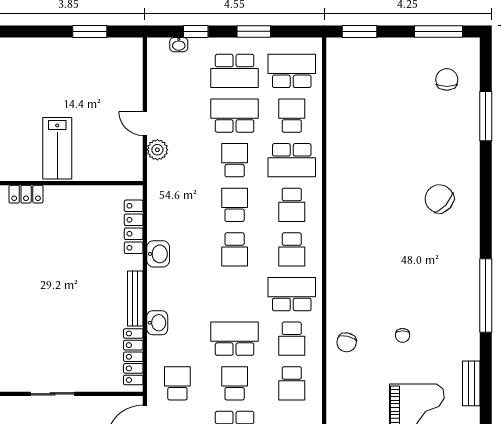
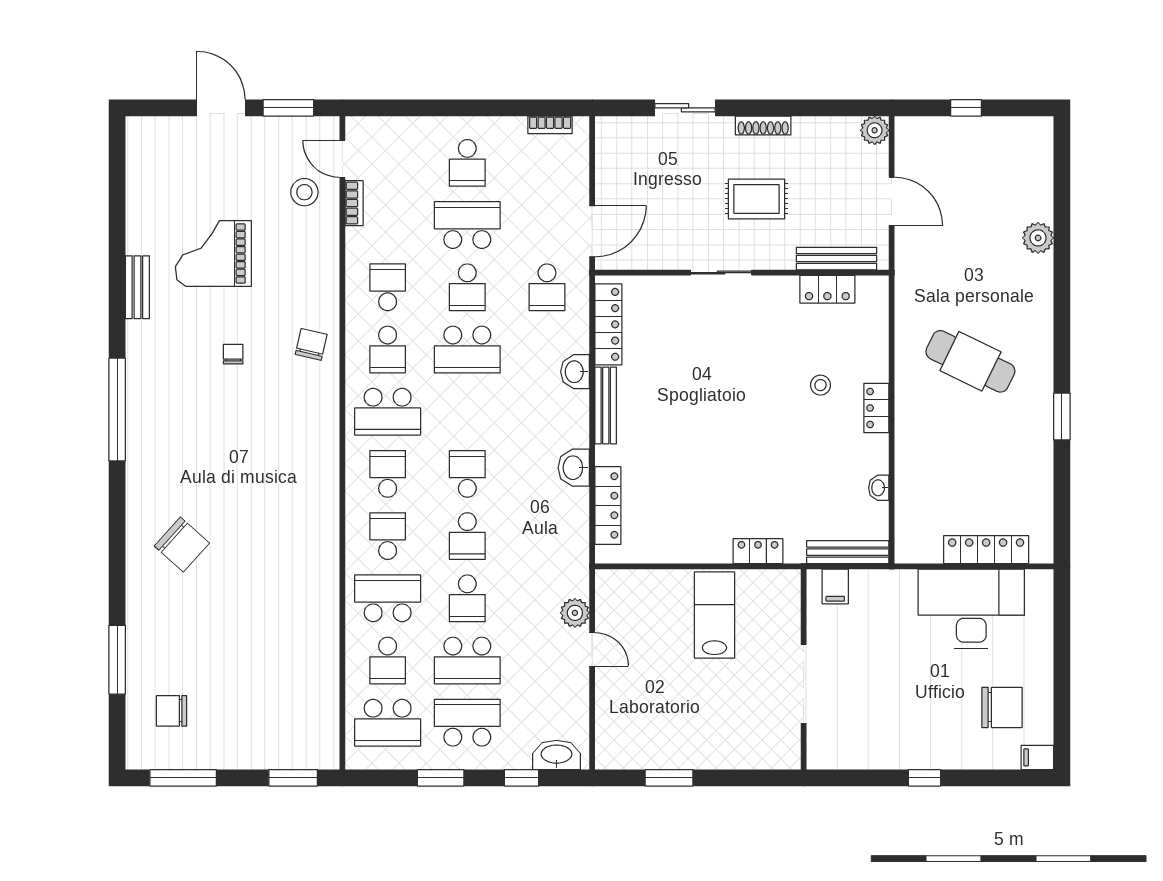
washbasin: (179, 45) -> (557, 755), width x1.91, depth x1.45
chair: (447, 79) -> (172, 711), turned 90
school desk: (292, 339) -> (388, 349), turned 180

